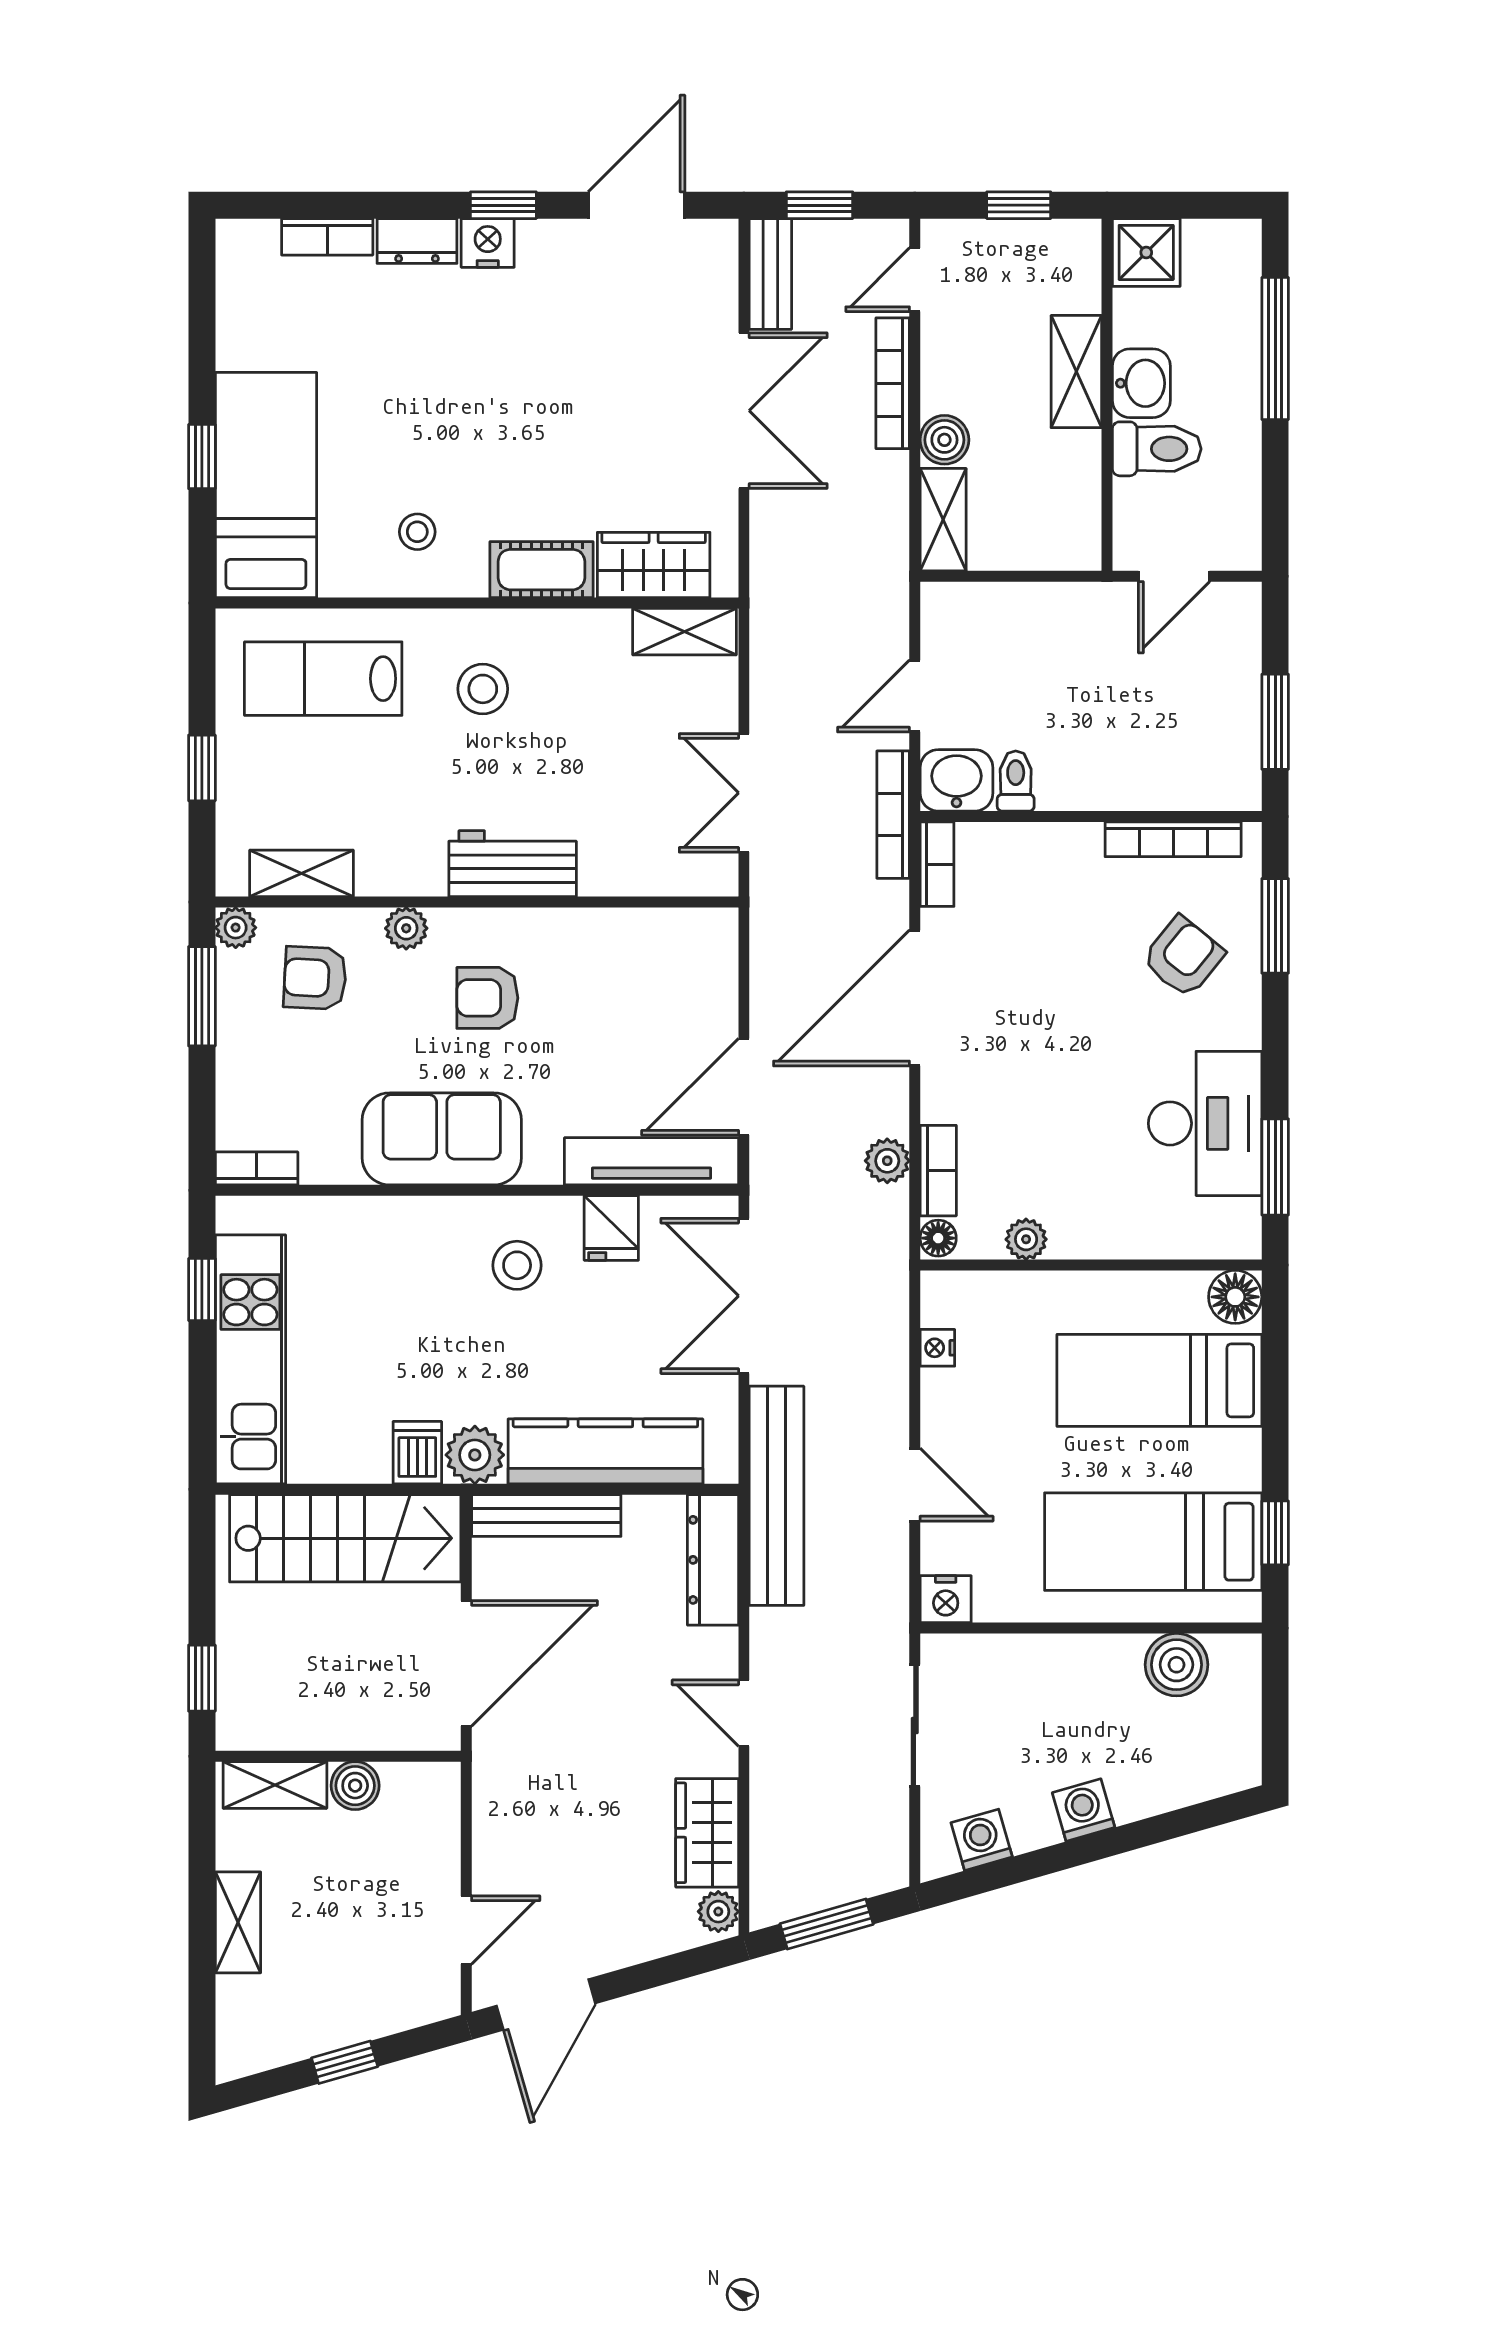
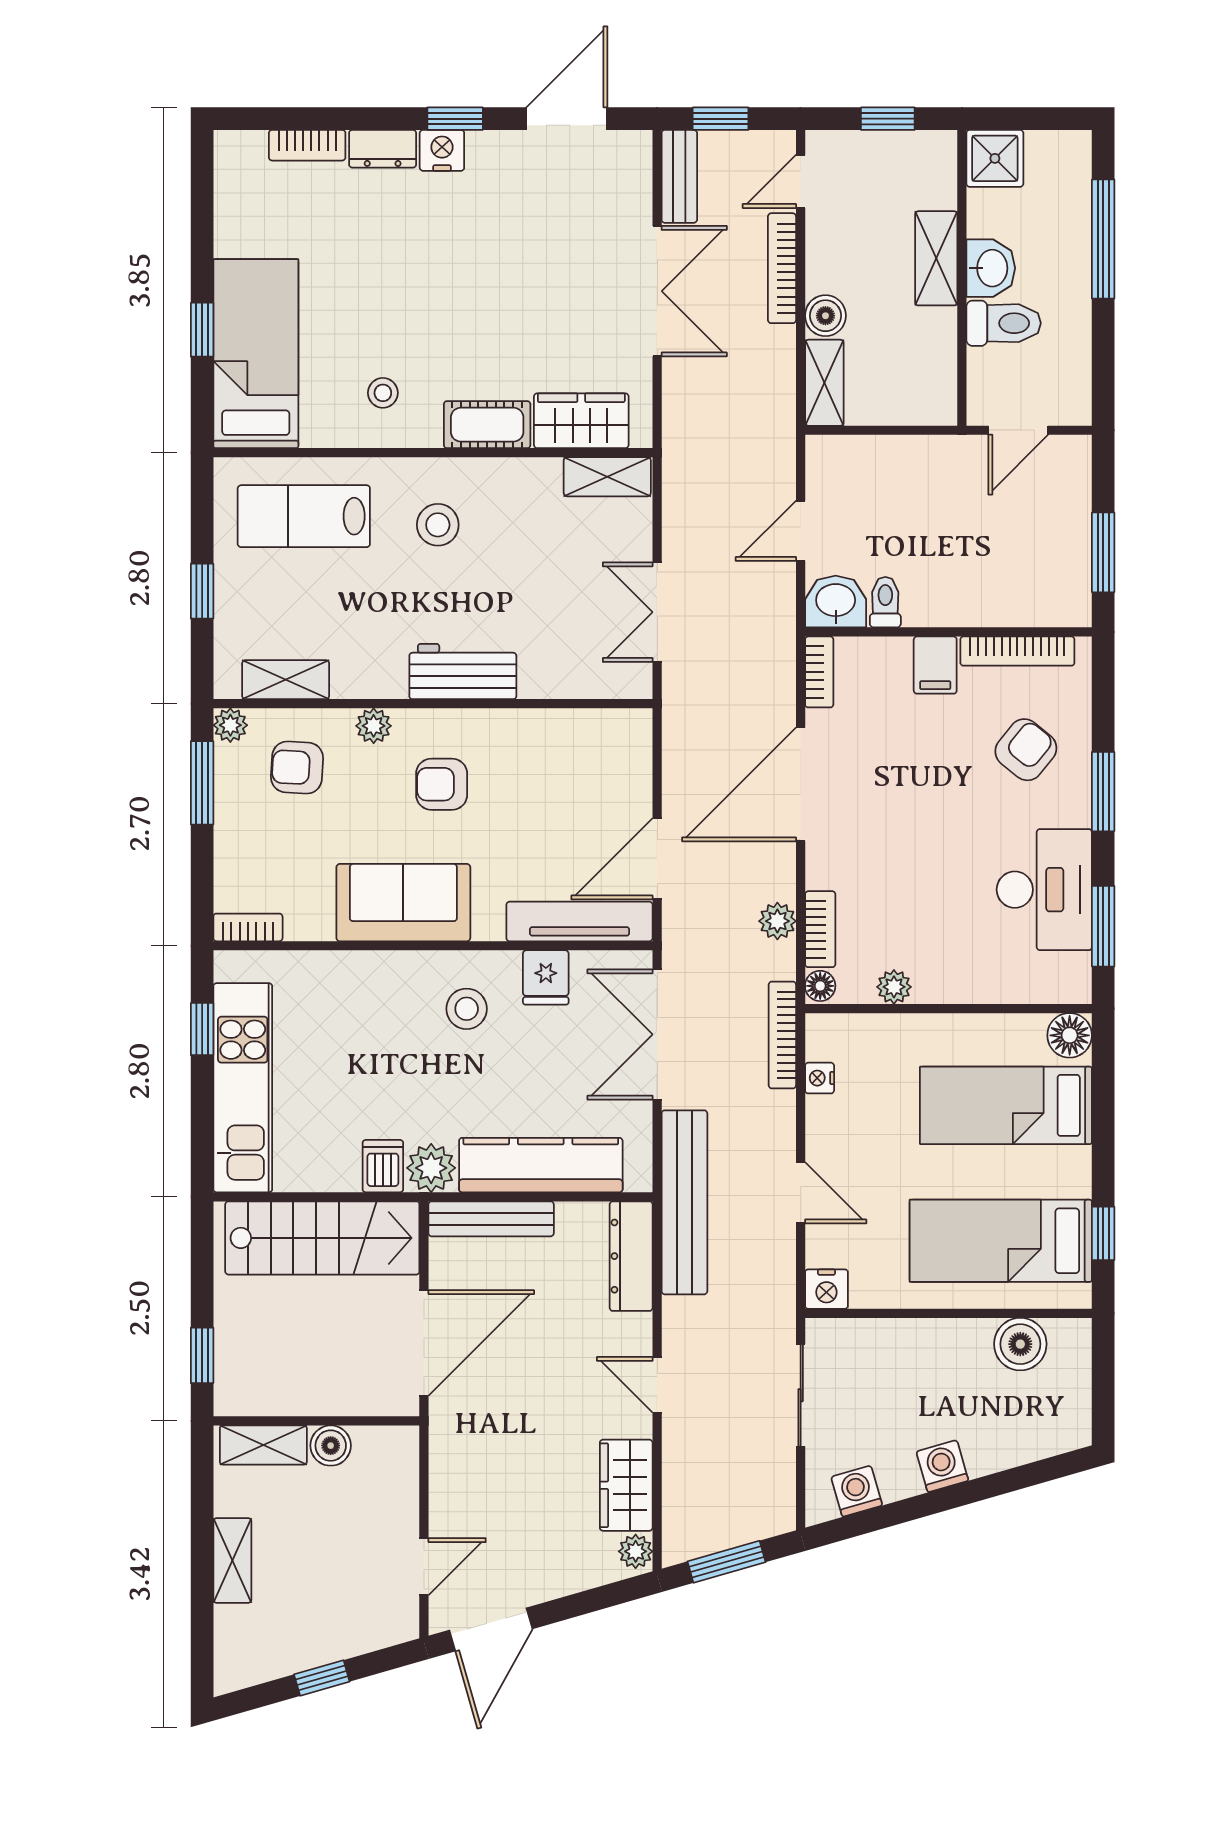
bookcase: (893, 815) -> (782, 1035), moved
filing cabinet: (1075, 856) -> (935, 665), added
window: (1275, 926) -> (1103, 792), moved

